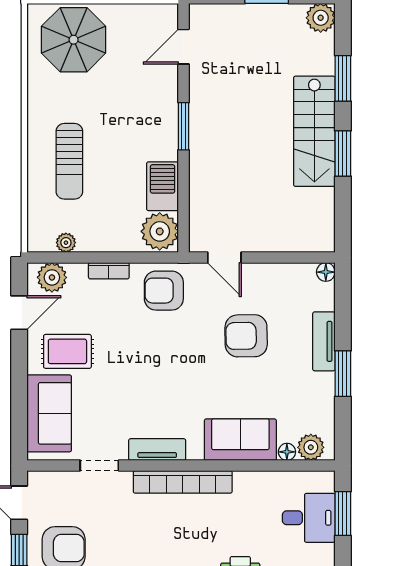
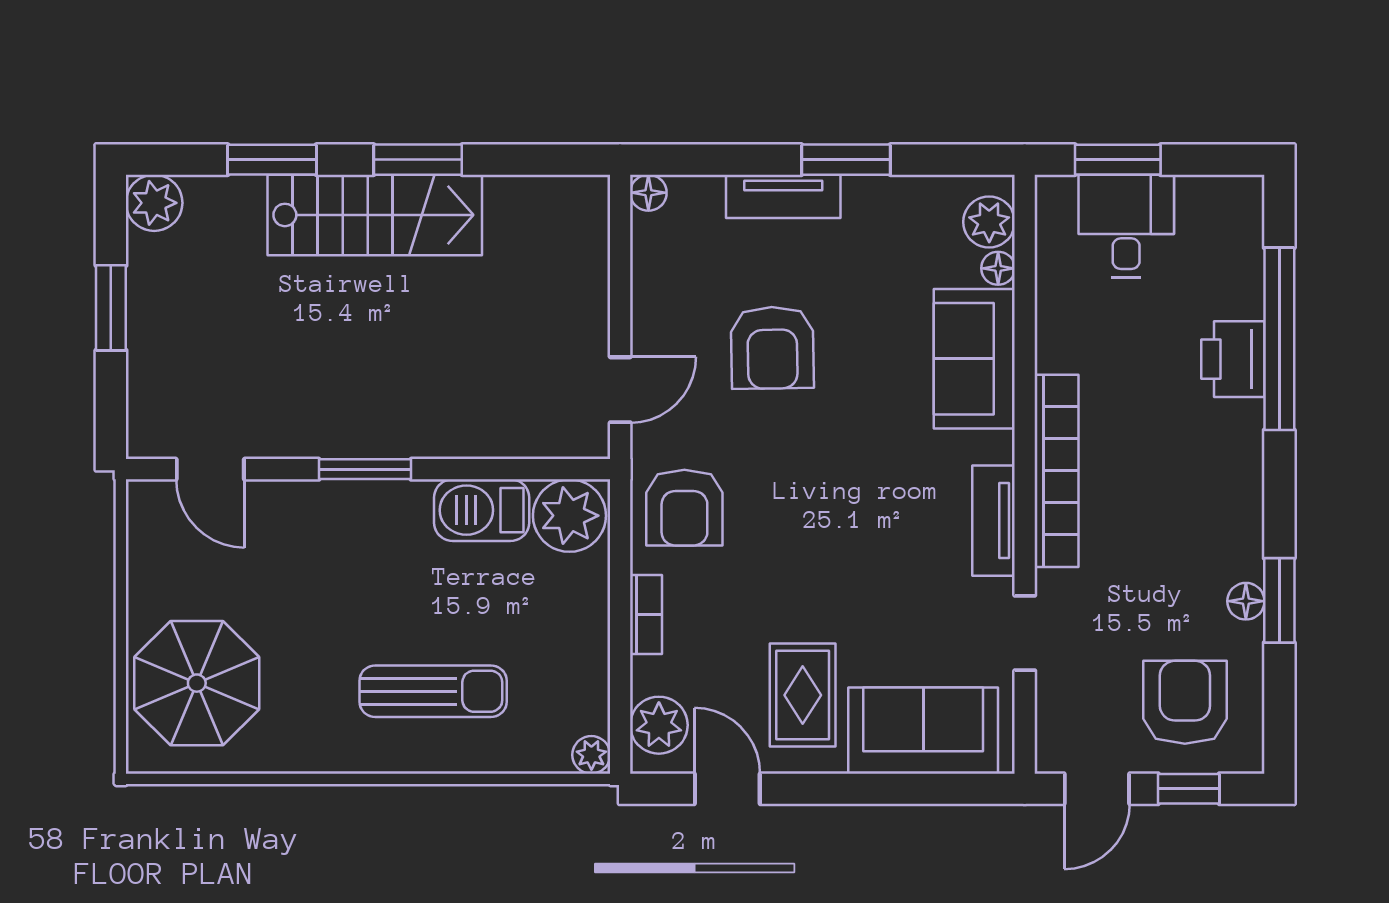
plant: (66, 243) -> (591, 755), moved

